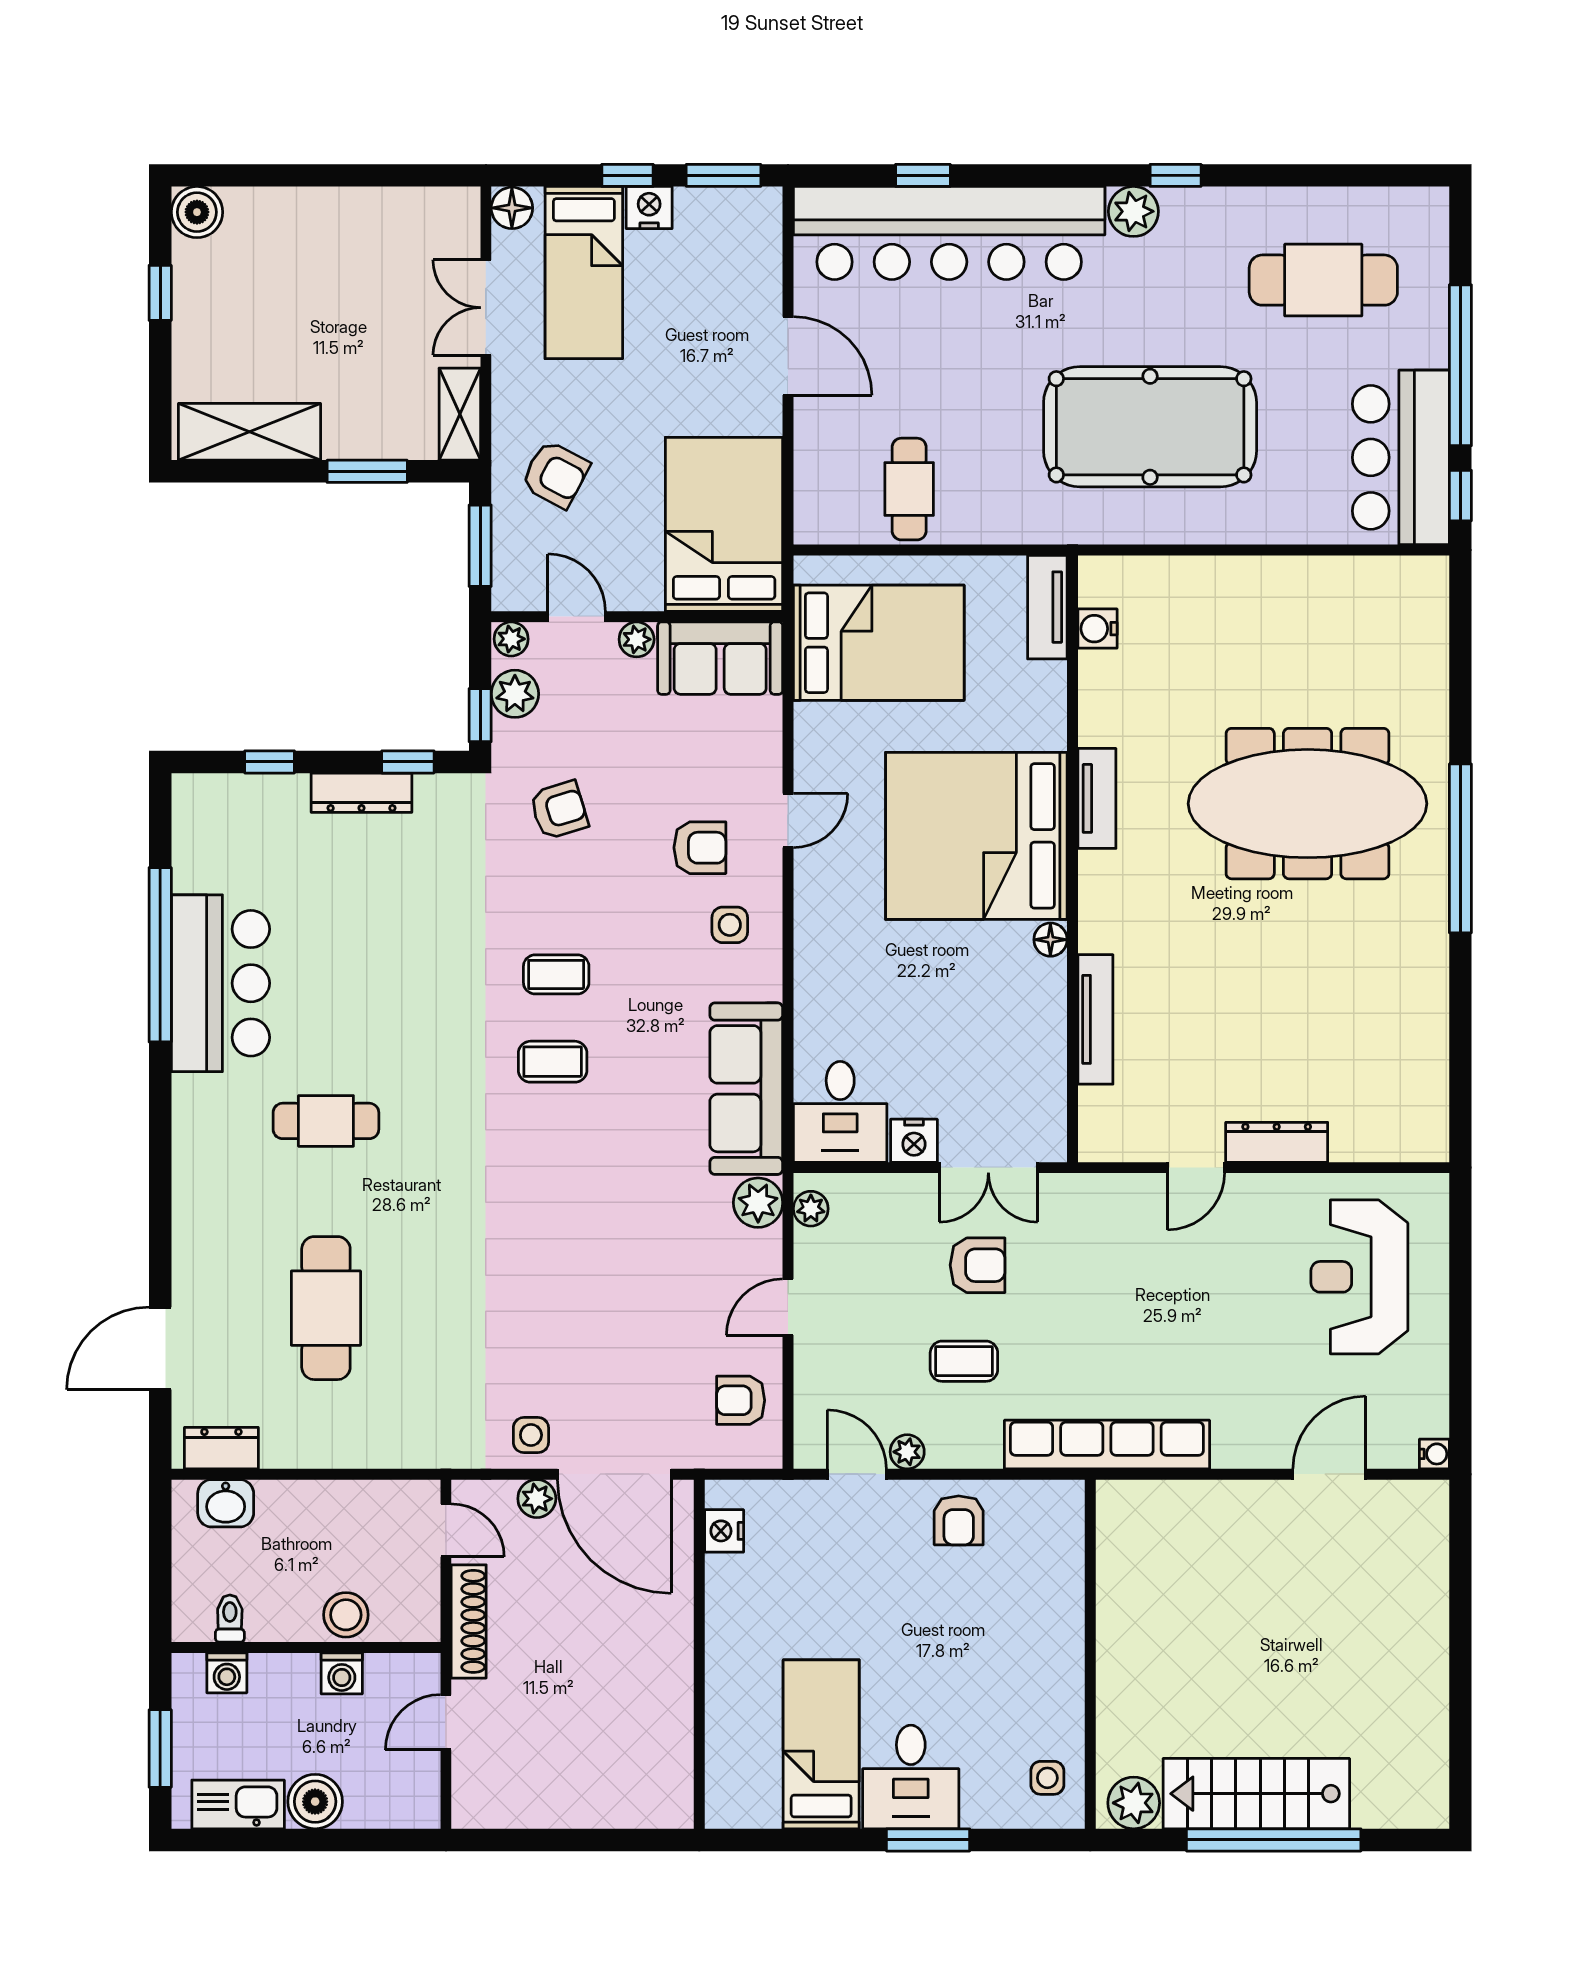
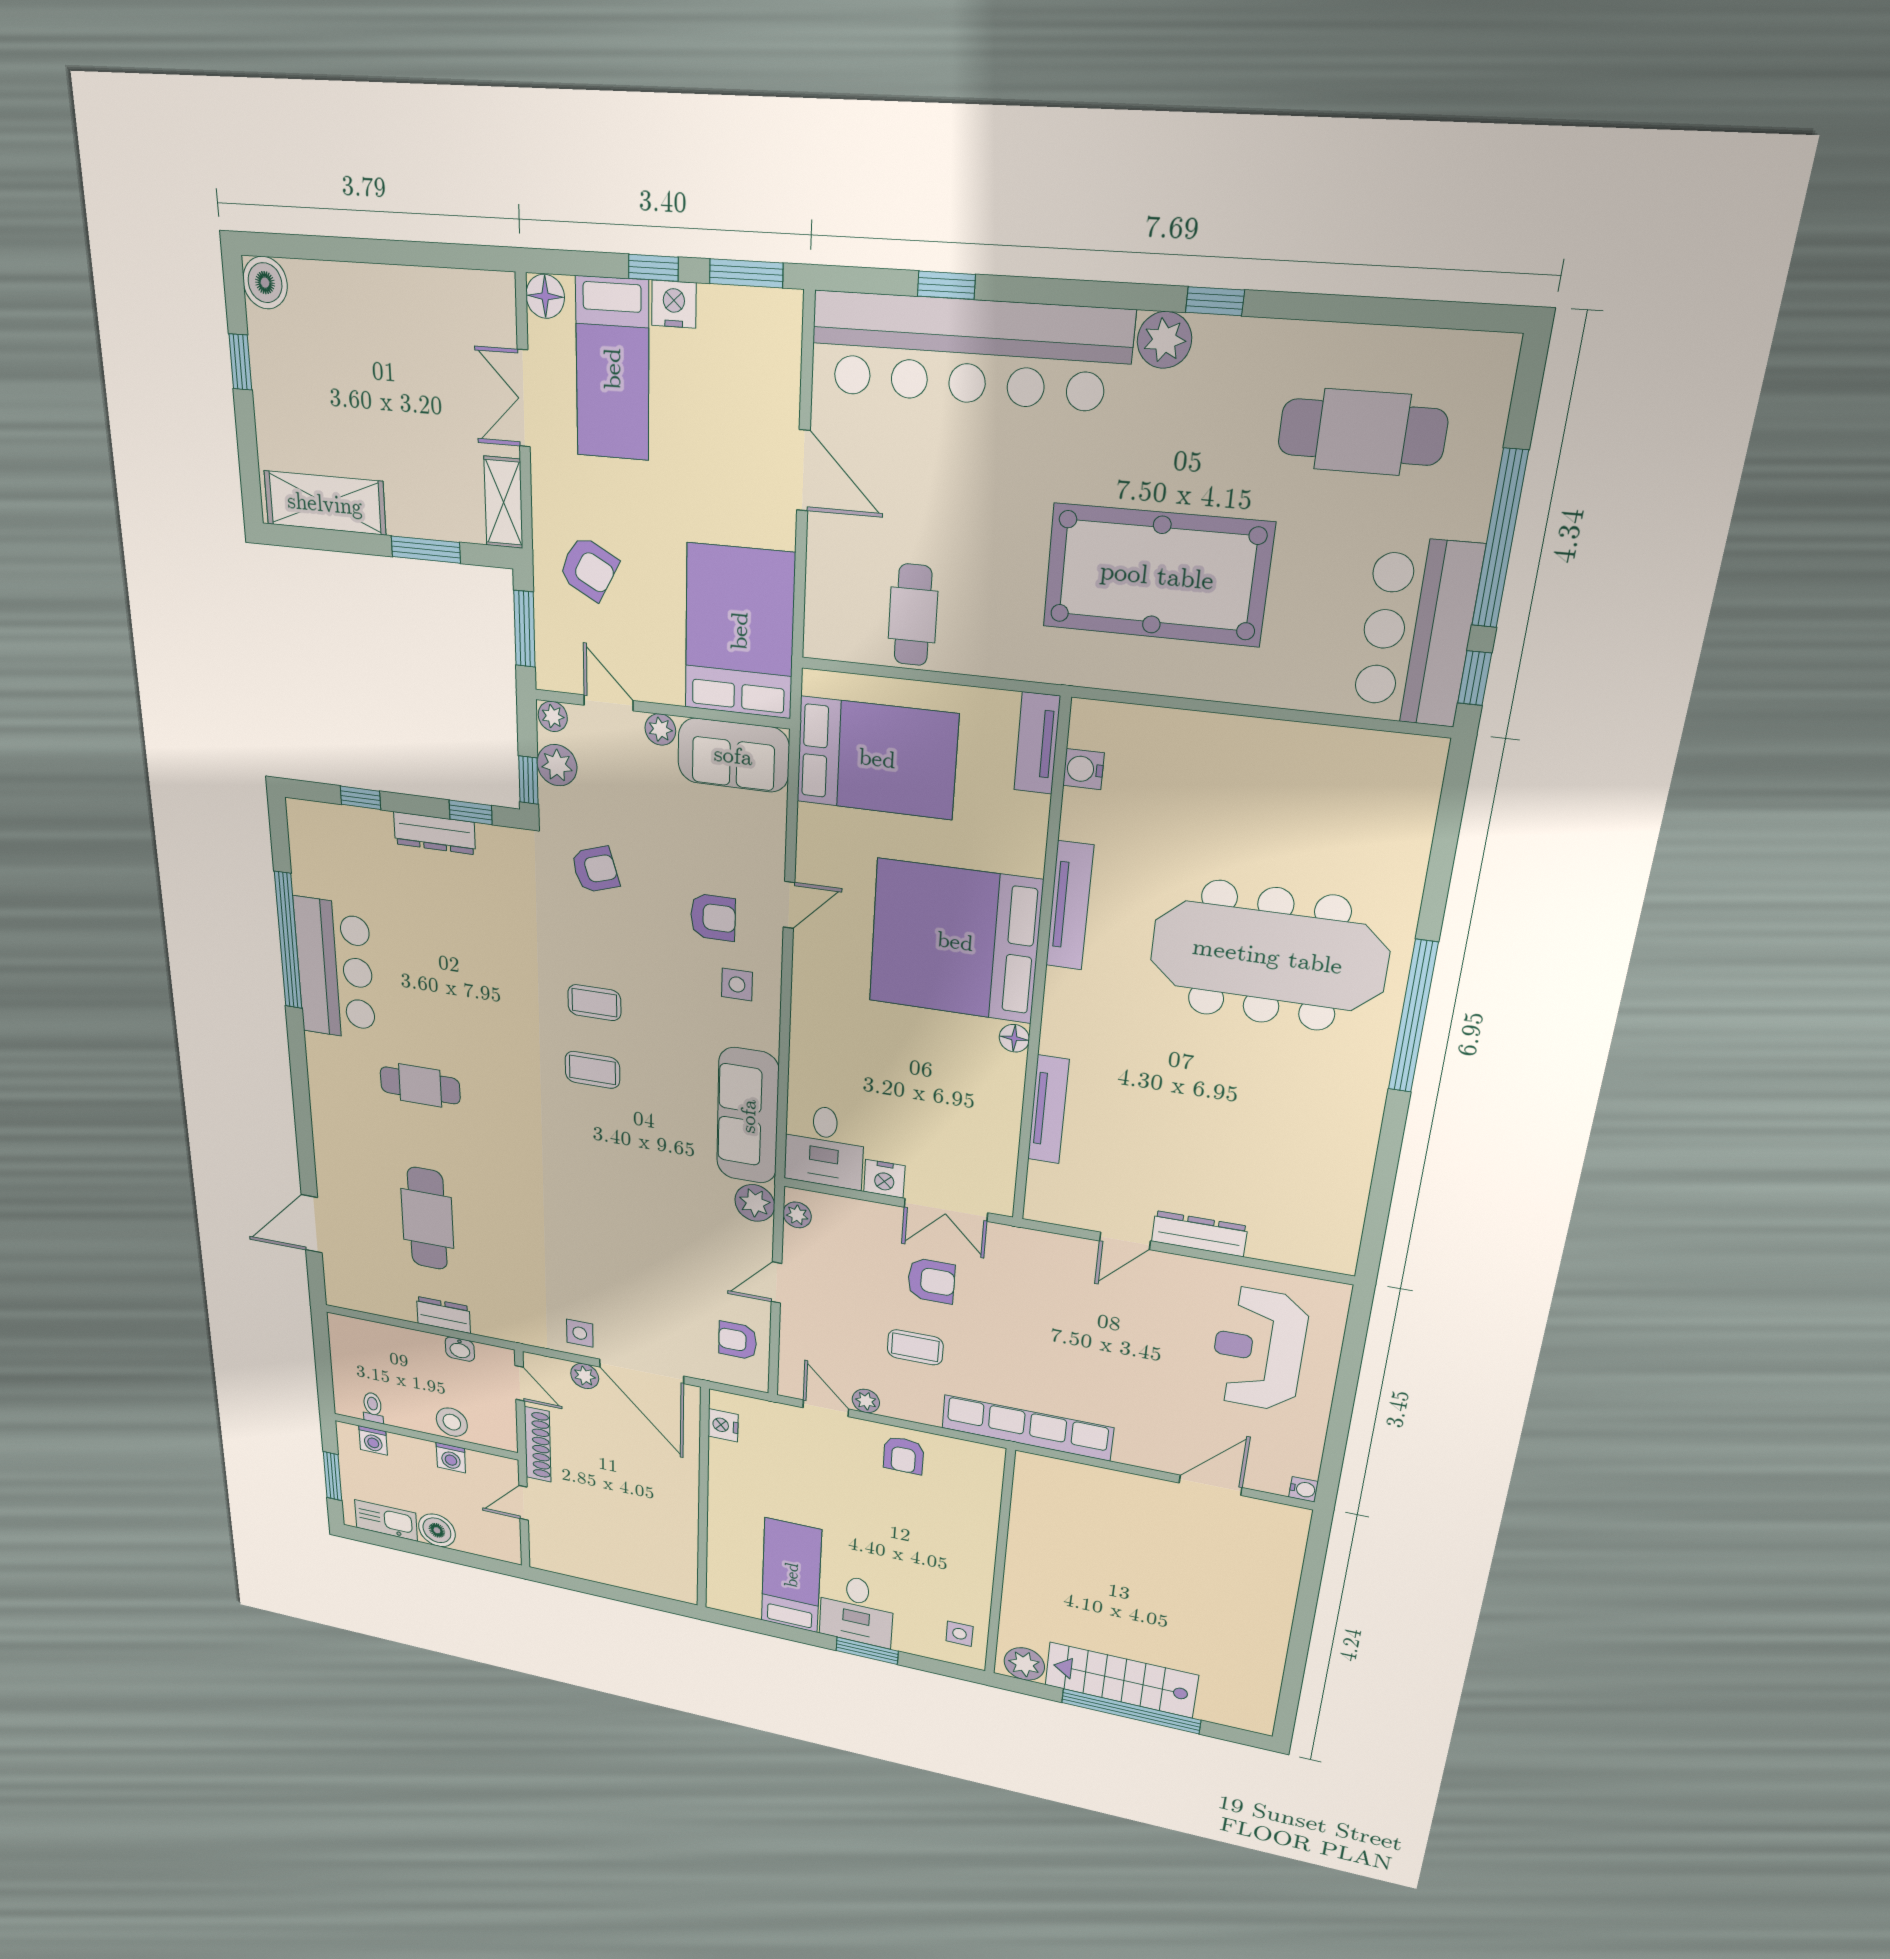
tv unit: (1097, 798) -> (1070, 906), width x1.41
dresser: (221, 1448) -> (443, 1315), moved
washbasin: (226, 1503) -> (460, 1349), moved, width x0.72, depth x0.69

